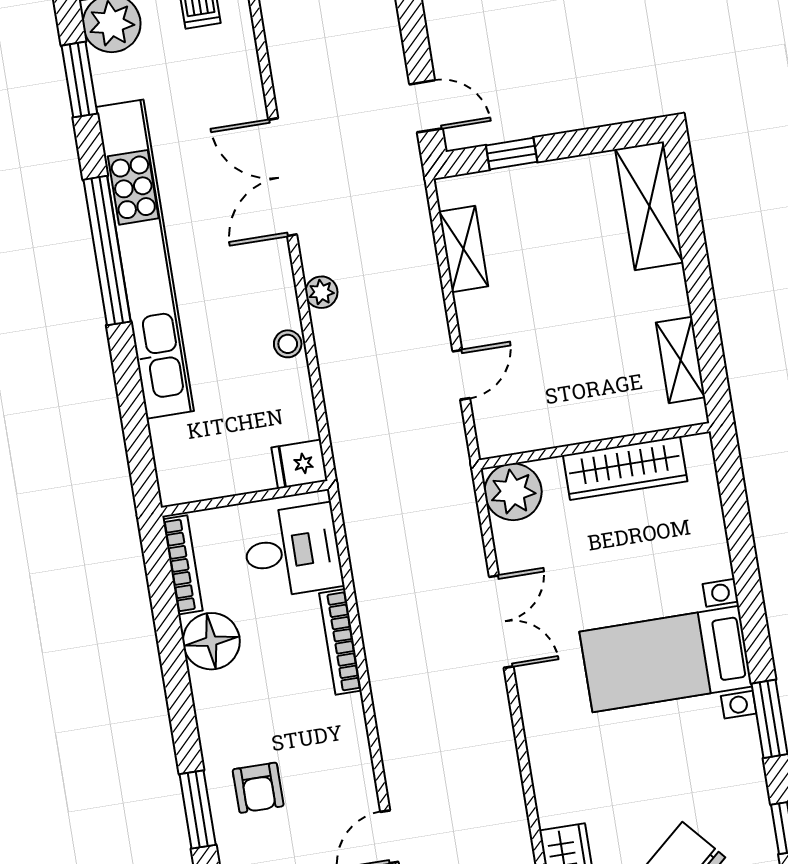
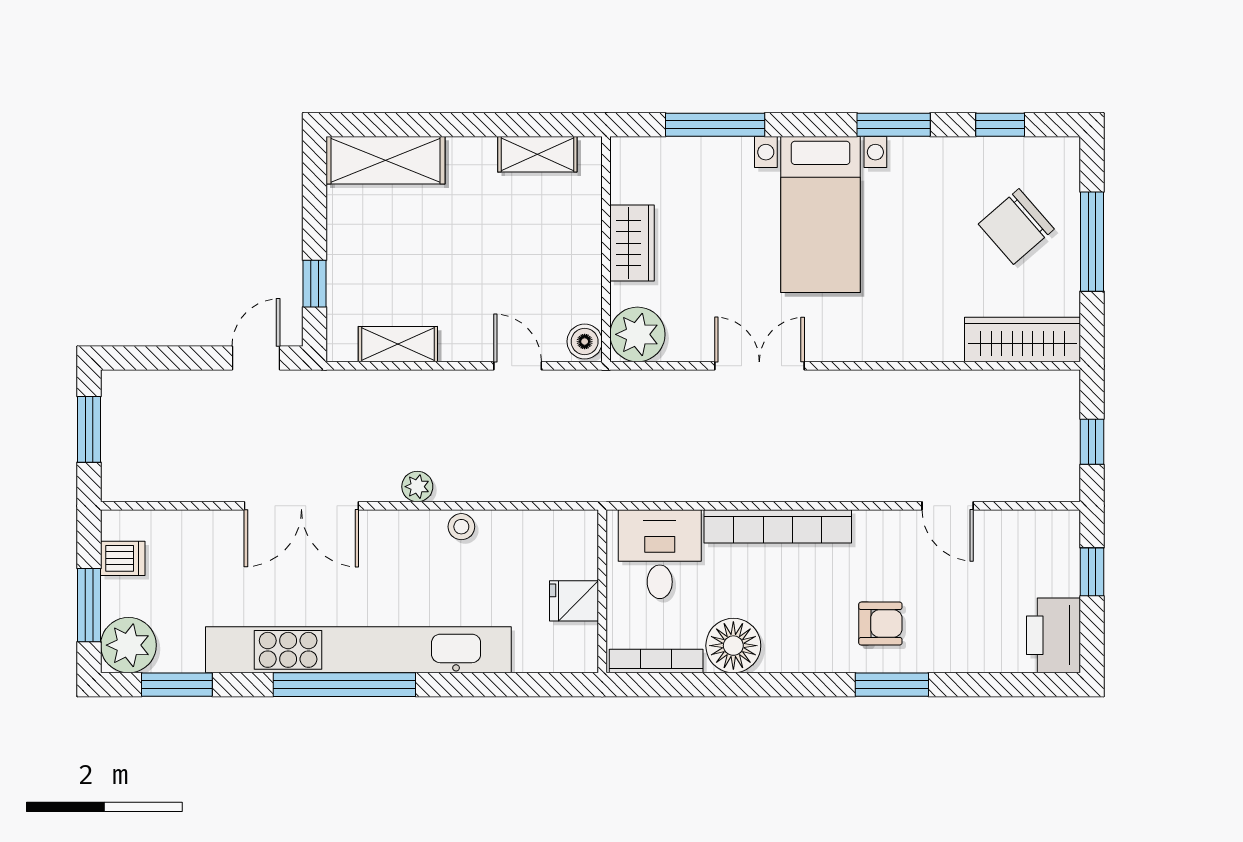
boiler: (497, 439) -> (585, 341), added
fridge: (300, 464) -> (574, 601), moved, turned 90
wardrobe: (625, 468) -> (632, 243), width x0.67
window: (740, 537) -> (715, 125), added
bookcase: (340, 642) -> (778, 526), width x1.48, depth x1.31

